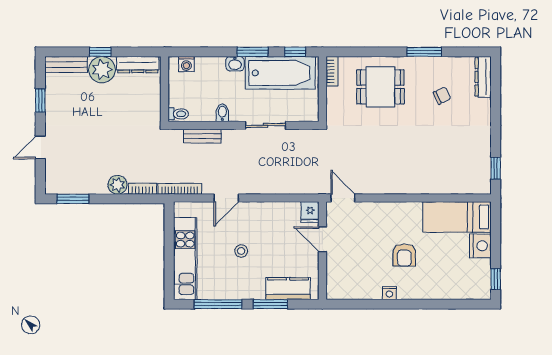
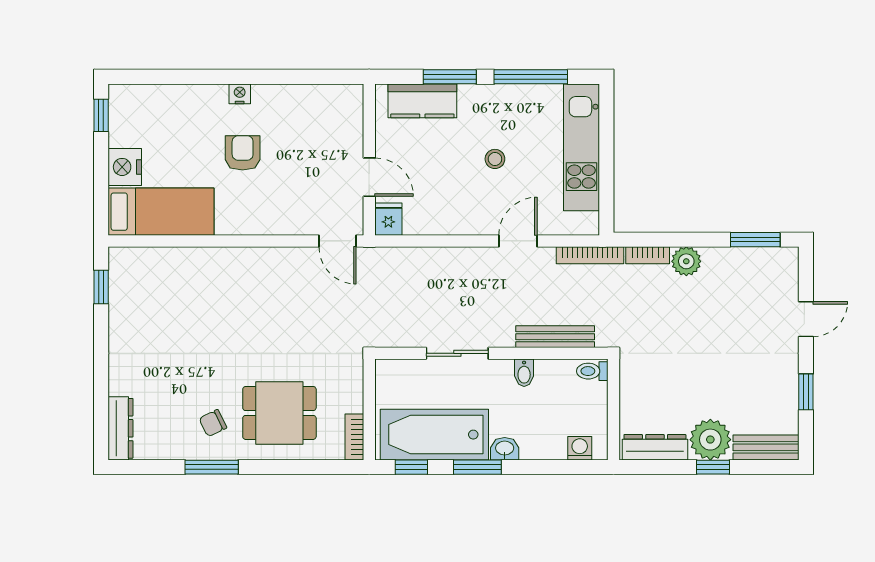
chair: (442, 96) -> (213, 423), moved
bench: (202, 136) -> (555, 337), width x1.36
nightstand: (389, 293) -> (240, 94), moved

